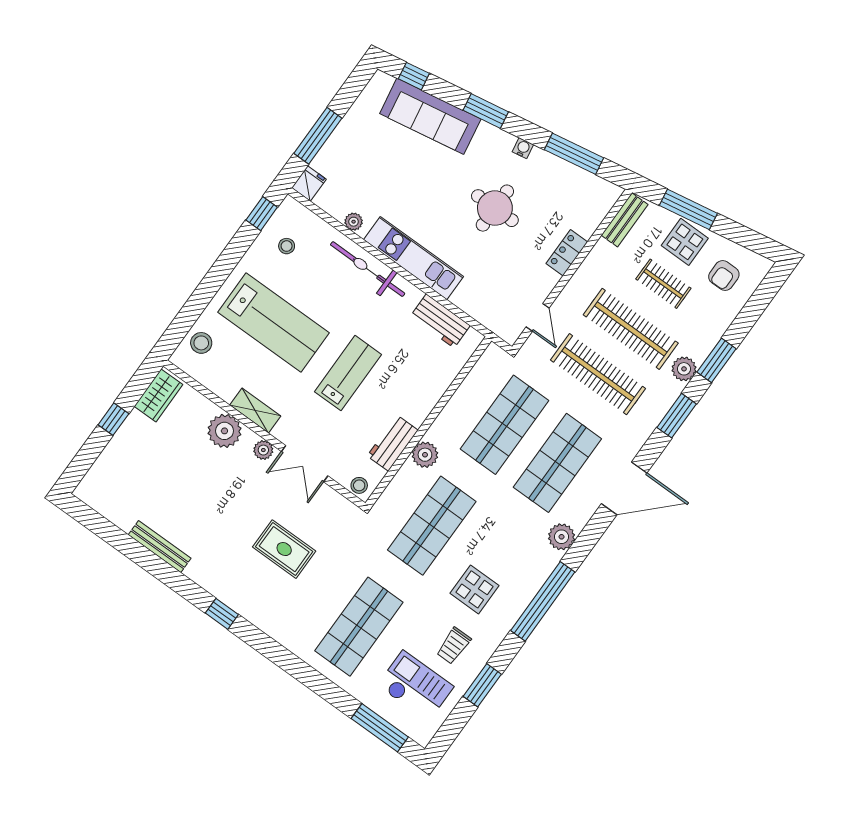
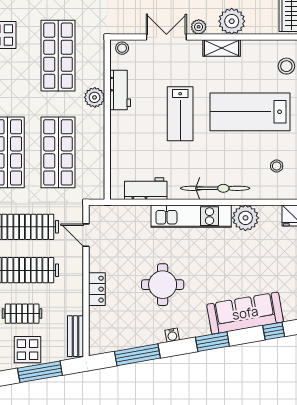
plant: (354, 222) -> (245, 218), width x1.88, depth x1.88

